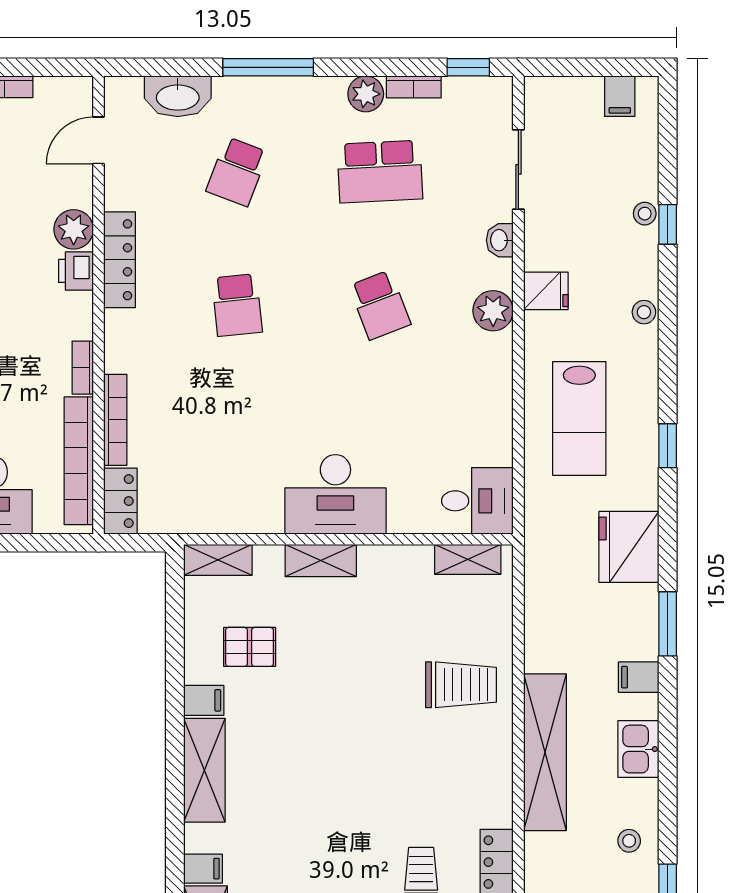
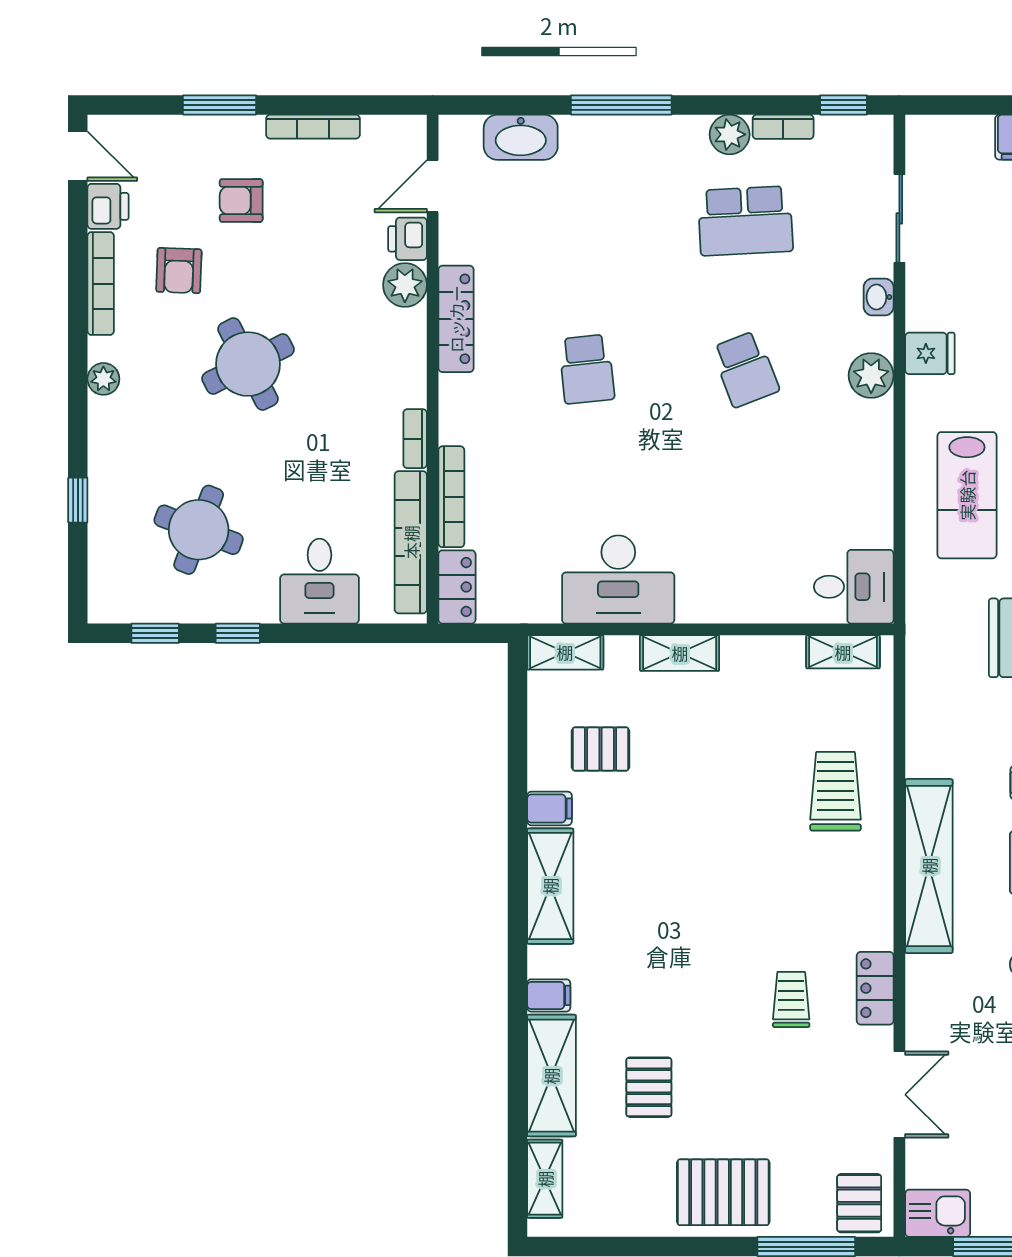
school desk: (237, 172) -> (587, 221), removed
printer: (76, 271) -> (408, 239), moved
desk: (335, 494) -> (618, 580), moved
trolley: (461, 685) -> (836, 791), turned -90

